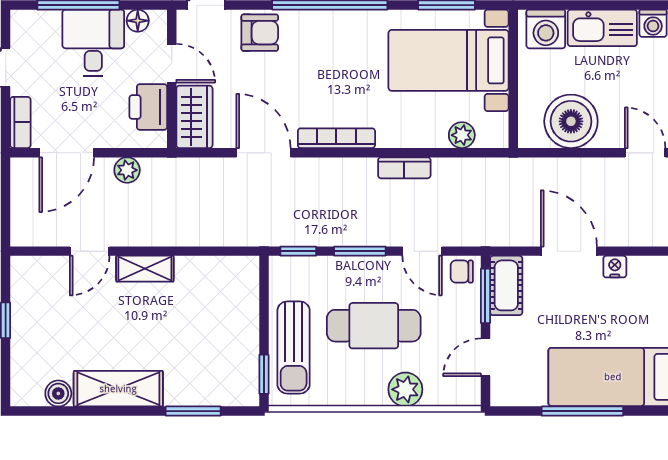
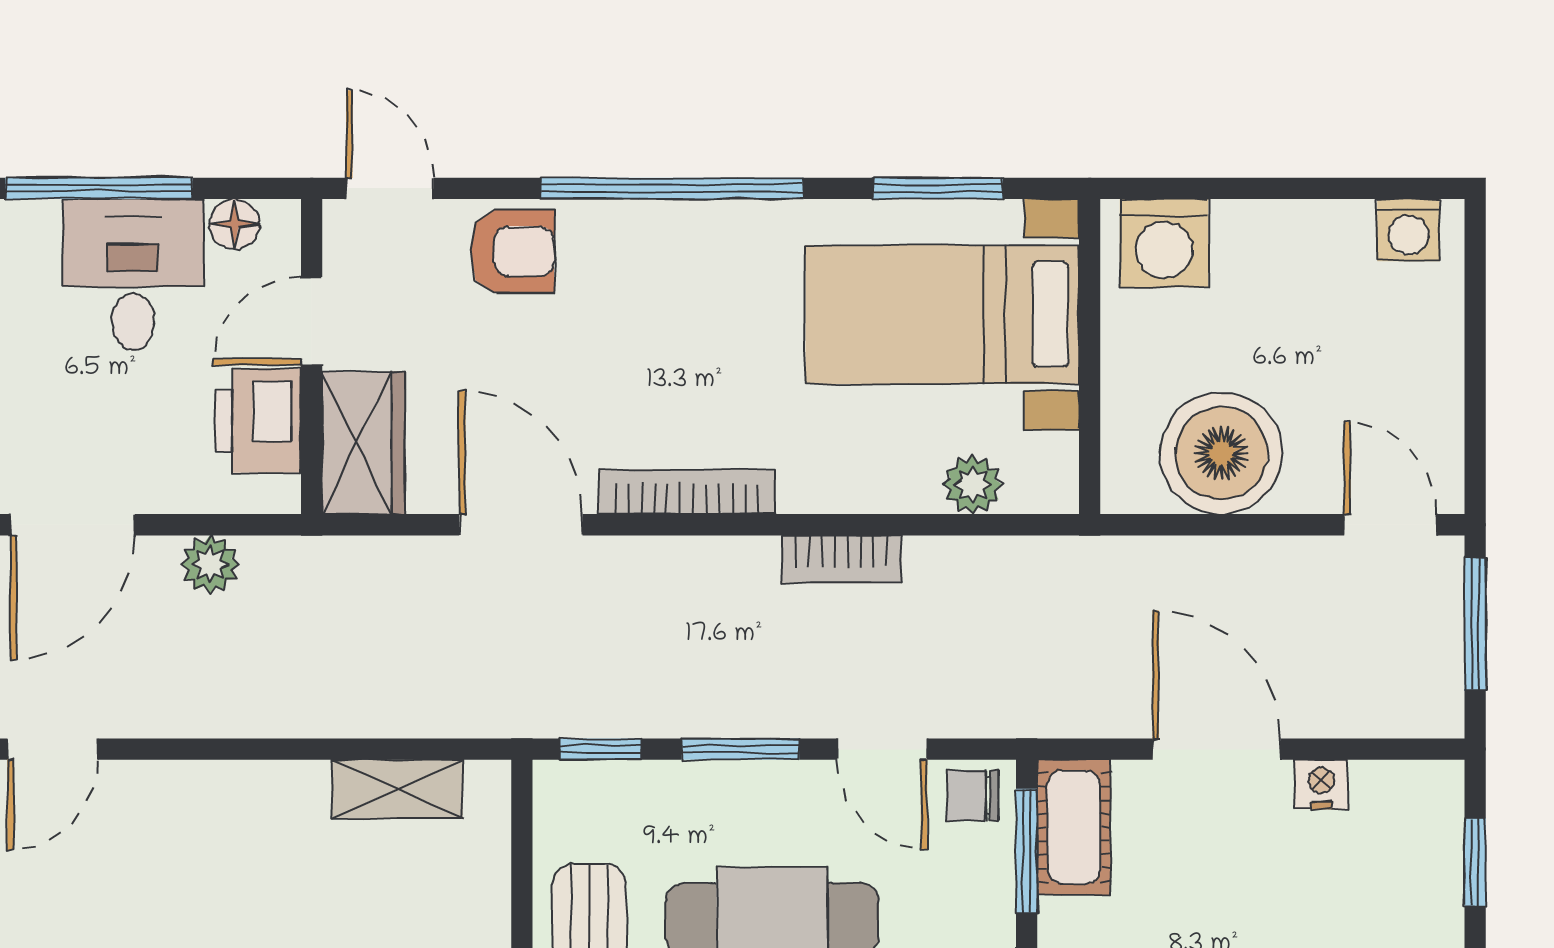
kitchen sink: (602, 28) -> (1293, 240), removed
door: (172, 63) -> (312, 321), swing flipped
door: (90, 251) -> (53, 749), moved
shelving: (145, 269) -> (397, 789), moved

